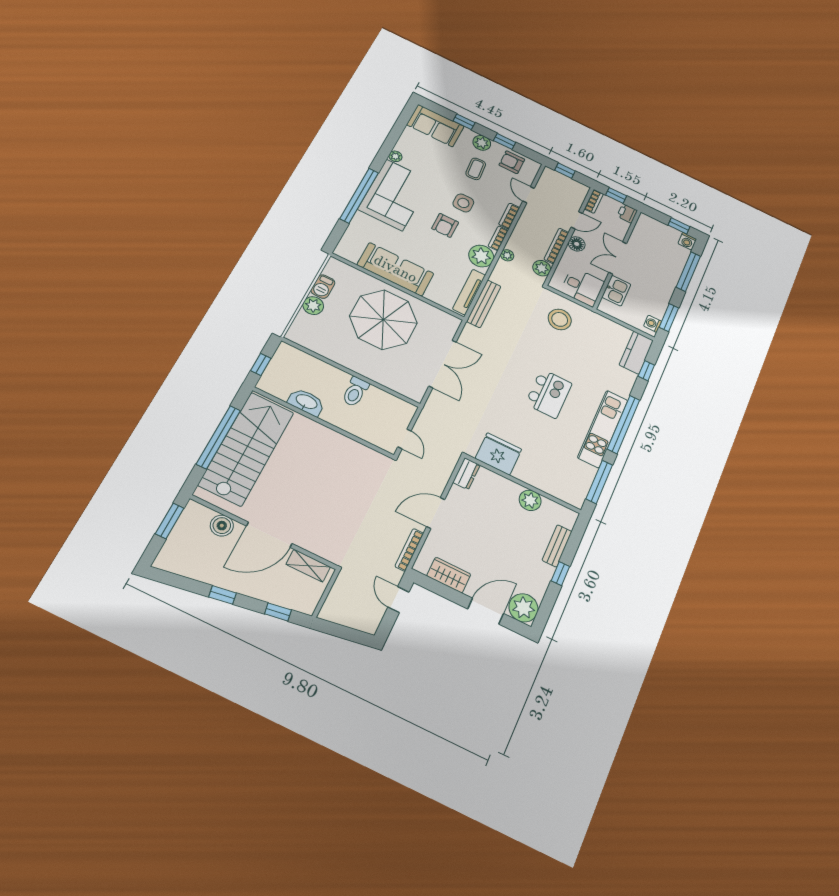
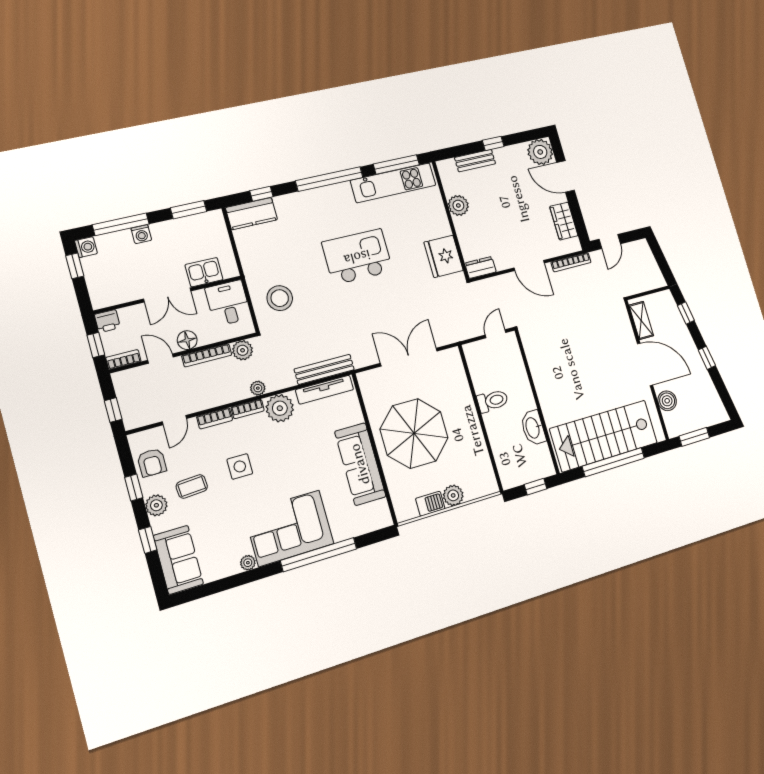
armchair: (445, 225) -> (278, 462), removed
washing machine: (653, 324) -> (141, 234), moved
kitchen island: (549, 394) -> (357, 257), width x1.37, depth x1.28
kitchen unit: (603, 429) -> (393, 183), moved

